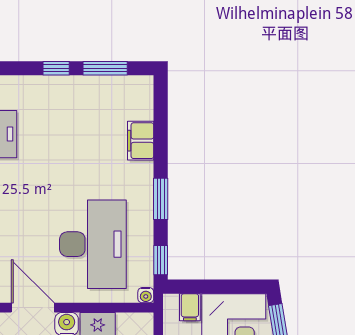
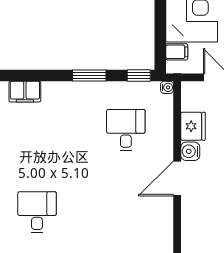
filing cabinet: (141, 141) -> (25, 92), moved
desk: (93, 244) -> (126, 130), width x0.53, depth x0.77

